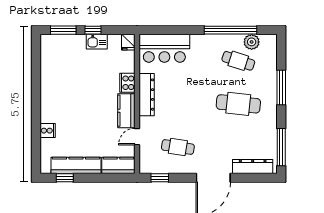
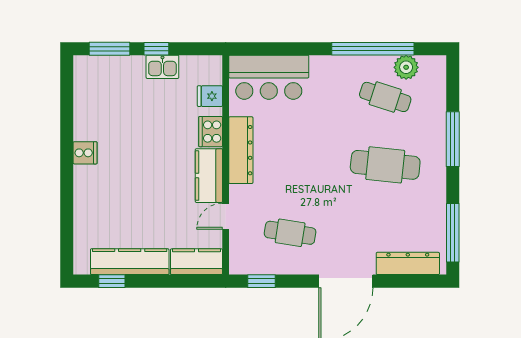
fridge: (128, 42) -> (210, 96), moved, turned 90
cooker: (48, 131) -> (85, 153), moved

